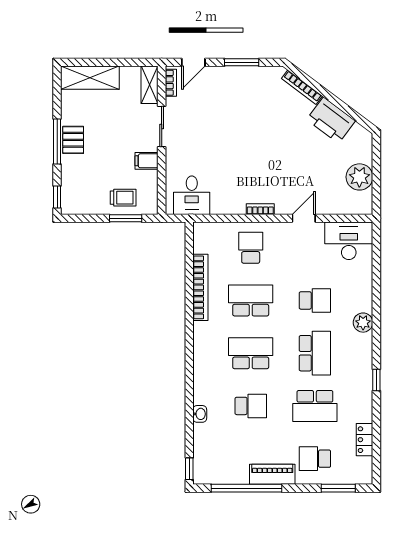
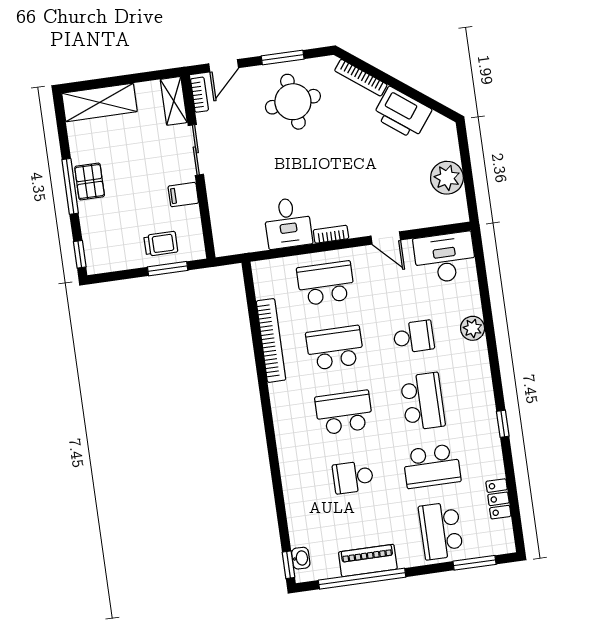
round table: (245, 99) -> (293, 102), added
desk: (192, 195) -> (288, 223), moved
door: (304, 218) -> (386, 238), swing flipped
school desk: (251, 248) -> (326, 283), width x1.85
plant: (363, 323) -> (473, 328), moved
school desk: (251, 406) -> (353, 477), turned 180
washbasin: (200, 414) -> (301, 558), moved
school desk: (315, 459) -> (441, 531), width x1.85
piano: (272, 474) -> (368, 560), moved

